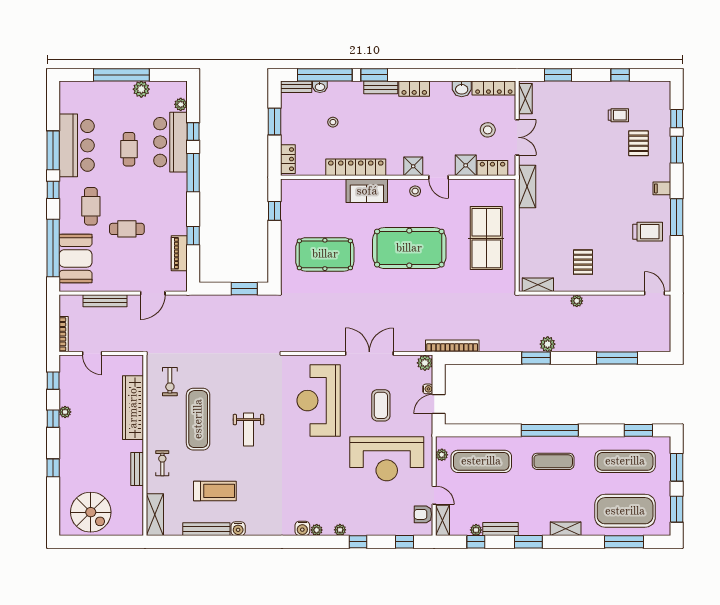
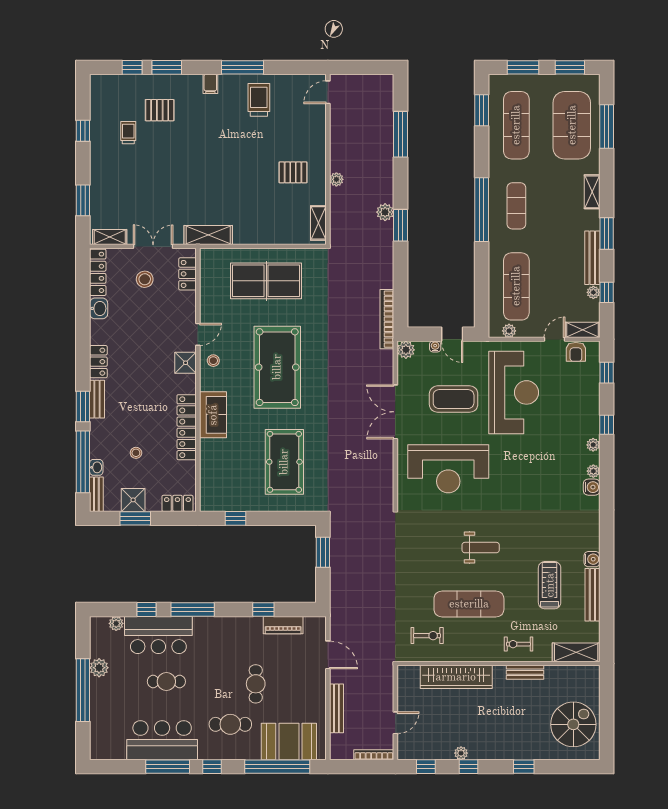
shower: (466, 165) -> (133, 500), moved
coffee table: (381, 405) -> (454, 399), width x1.36, depth x1.32
bench: (501, 529) -> (592, 258), width x1.36

